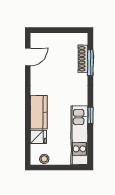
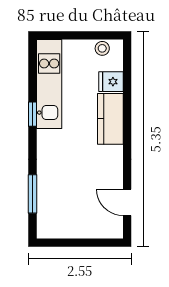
door: (28, 57) -> (127, 202), hinge flipped
shoe rack: (83, 59) -> (44, 199), removed

